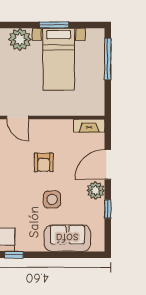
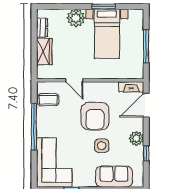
window: (108, 59) -> (146, 46), moved
armchair: (44, 162) -> (95, 116), width x1.88, depth x1.88
door: (108, 164) -> (146, 105), moved

